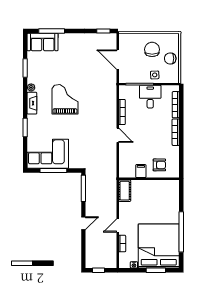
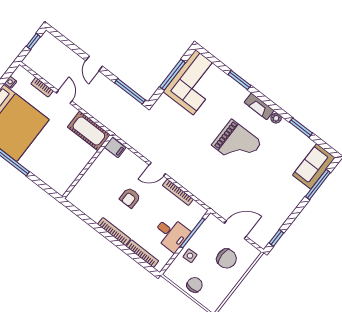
chair: (152, 49) -> (227, 259), moved
armchair: (159, 165) -> (130, 198), moved
filing cabinet: (141, 171) -> (115, 148), moved
cot: (125, 191) -> (89, 131), width x1.37, depth x1.34

